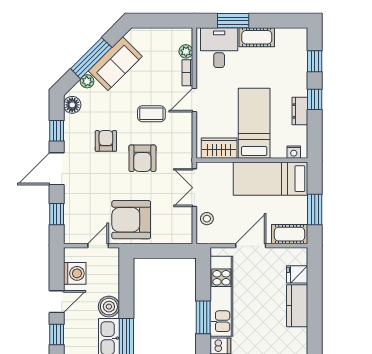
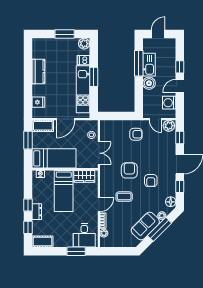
cot: (257, 37) -> (43, 241), moved
dresser: (300, 111) -> (37, 212), moved
armchair: (131, 220) -> (136, 134), width x0.53, depth x0.53
plant: (75, 234) -> (169, 126), added
door: (98, 246) -> (155, 119), hinge flipped
kitchen counter: (297, 306) -> (38, 71), moved

